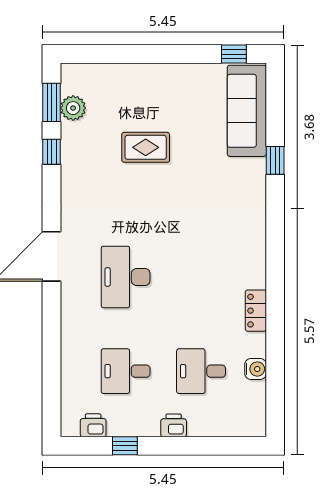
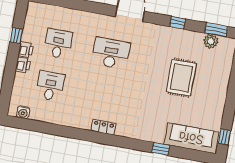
rug: (146, 147) -> (181, 78), width x1.36, depth x1.43
window: (52, 152) -> (178, 23), moved
locker: (256, 311) -> (103, 127), moved
water cooler: (256, 369) -> (23, 112), moved
printer: (93, 425) -> (26, 50), moved

